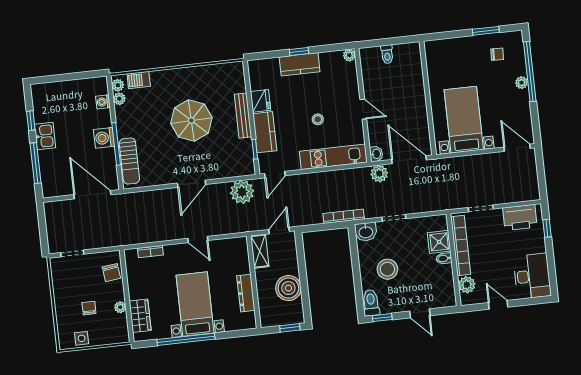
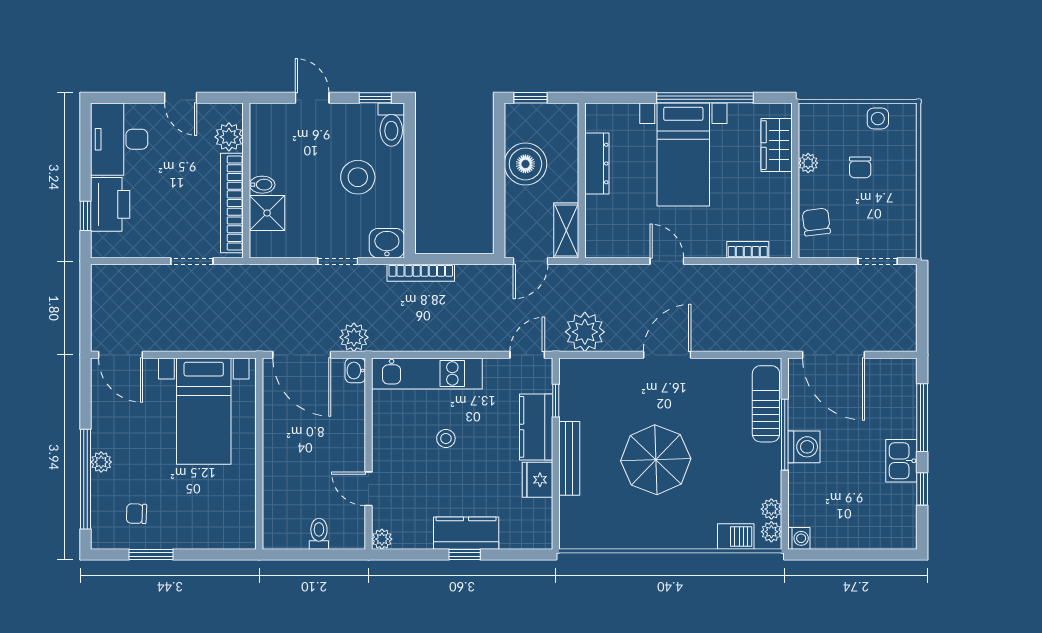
washing machine: (103, 102) -> (799, 538), moved
door: (363, 109) -> (369, 489), moved
printer: (520, 217) -> (110, 204), moved, turned 90

